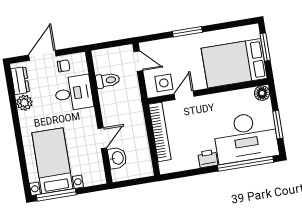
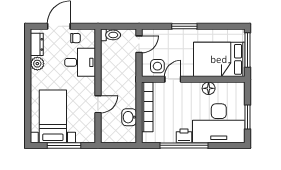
window: (265, 47) -> (248, 50), width x1.44
door: (138, 61) -> (139, 44), hinge flipped
toilet: (108, 80) -> (110, 35), moved
floor lamp: (262, 93) -> (209, 88), moved
washbasin: (117, 158) -> (129, 117), moved, turned 180
window: (246, 164) -> (184, 145), moved
window: (56, 195) -> (64, 145), moved

